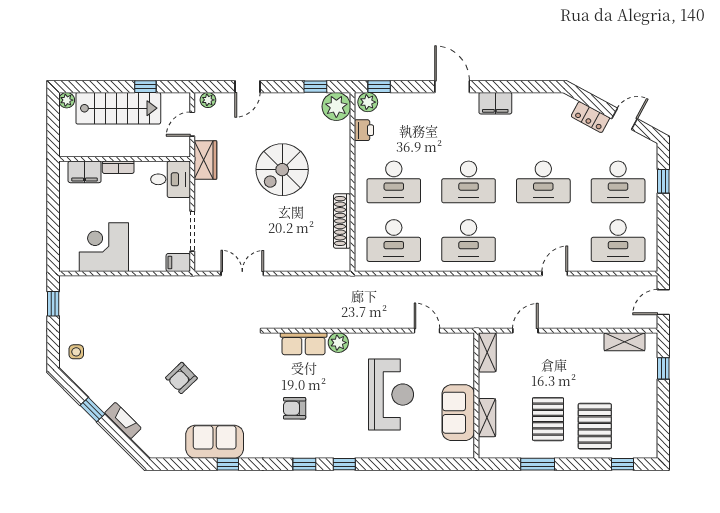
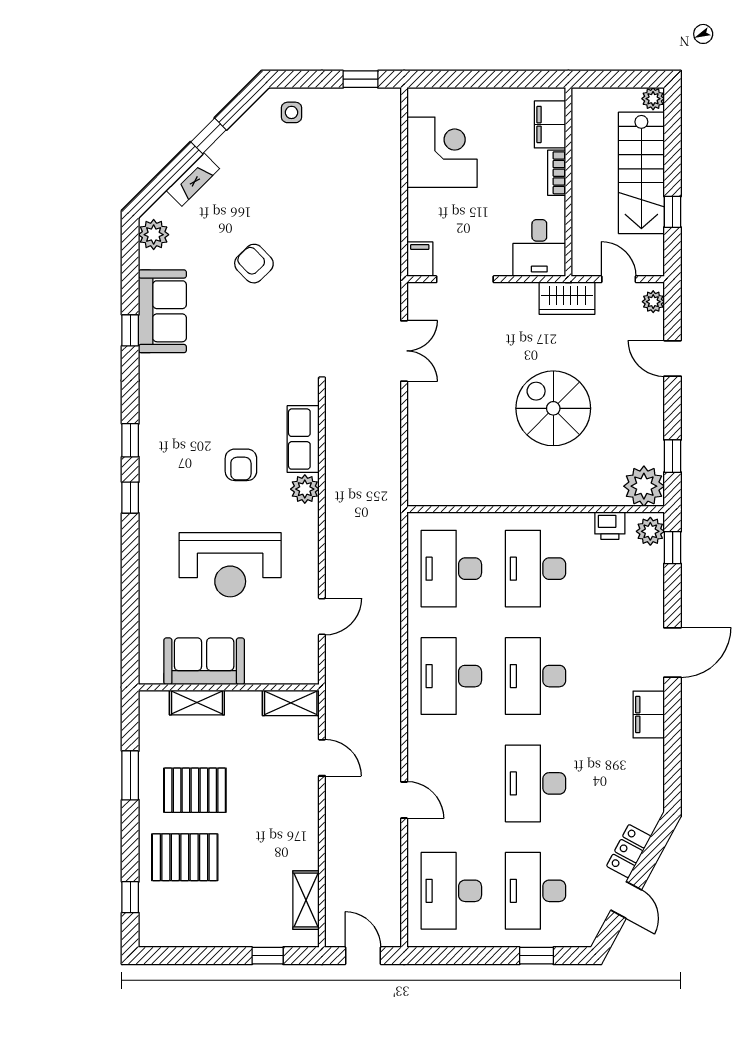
shoe rack: (342, 221) -> (479, 494), removed
armchair: (295, 408) -> (241, 465), moved, turned 180
plant: (161, 448) -> (154, 235), added

